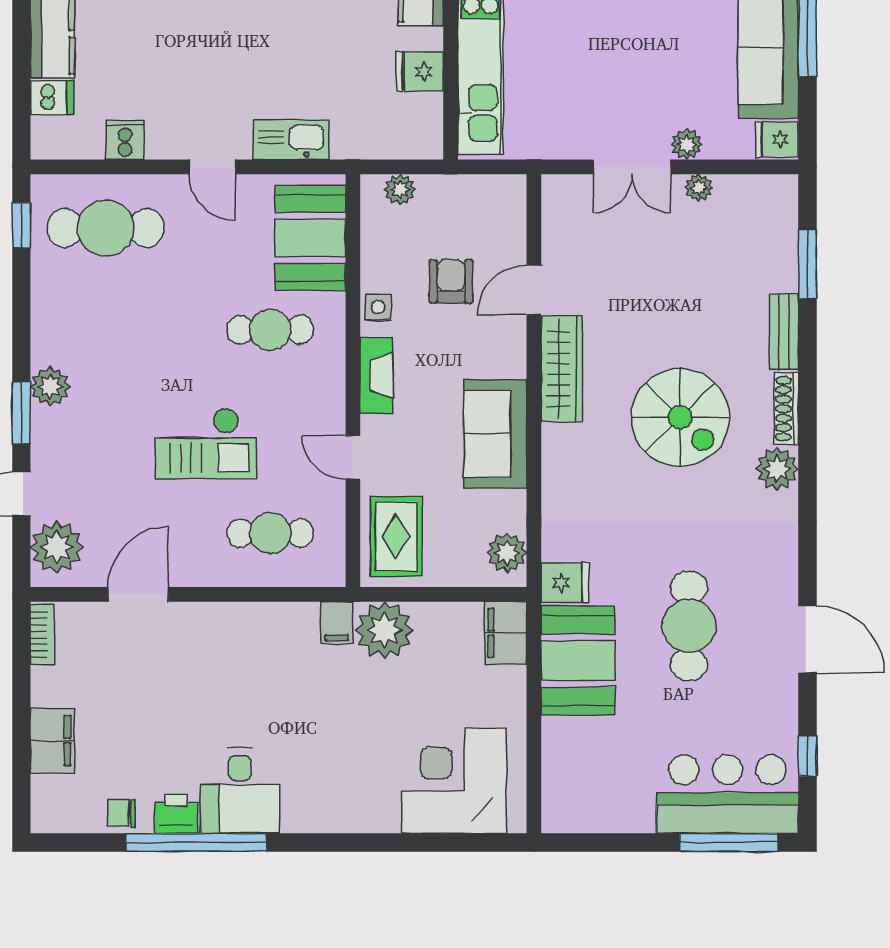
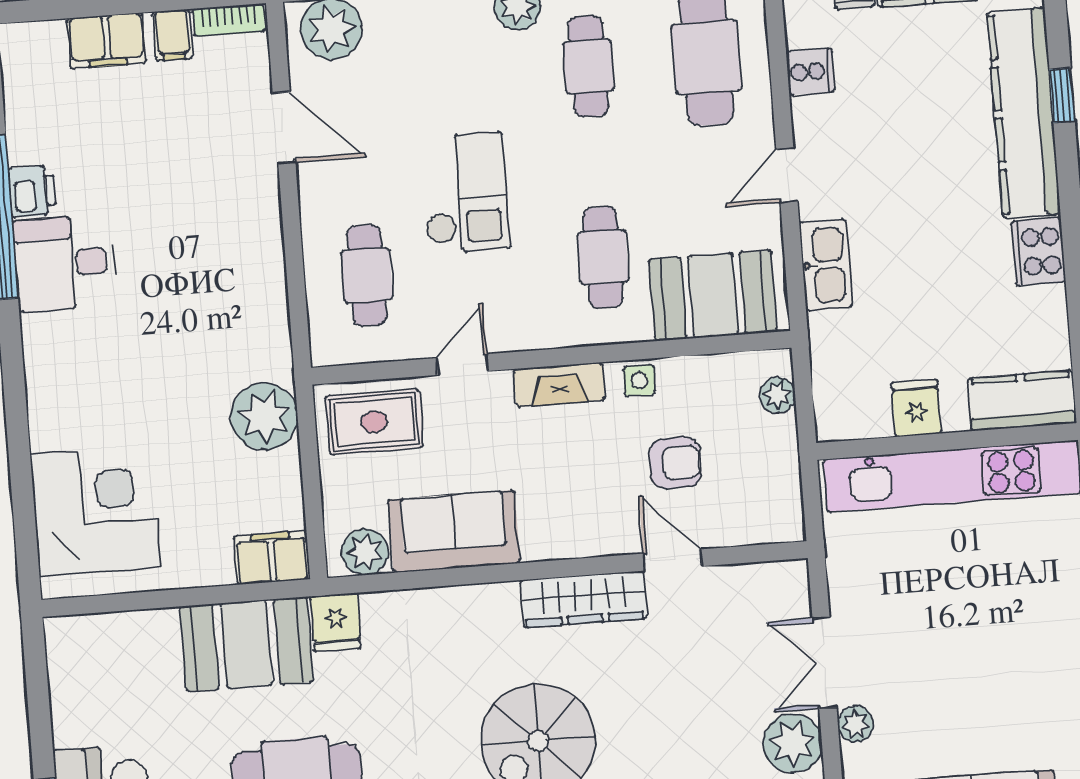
plant: (699, 188) -> (793, 743), width x1.88, depth x1.88
cafe table: (106, 330) -> (588, 66), added
sofa: (495, 434) -> (454, 531), moved
checkout: (206, 443) -> (465, 193), turned 180
filing cabinet: (337, 623) -> (173, 35), moved, turned -90
chair: (121, 813) -> (28, 127), removed

